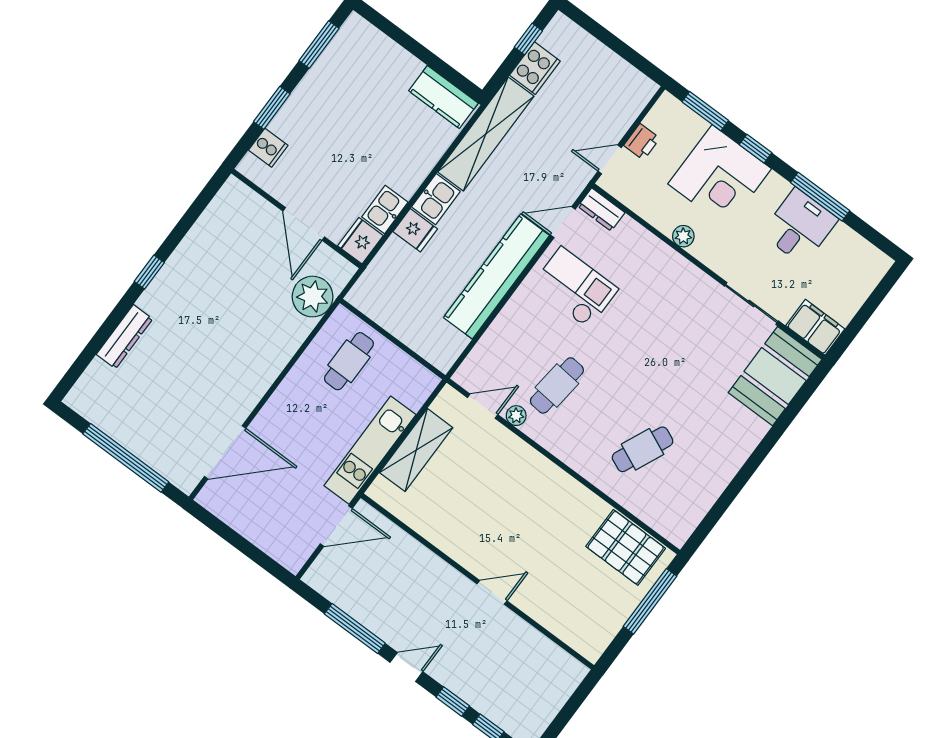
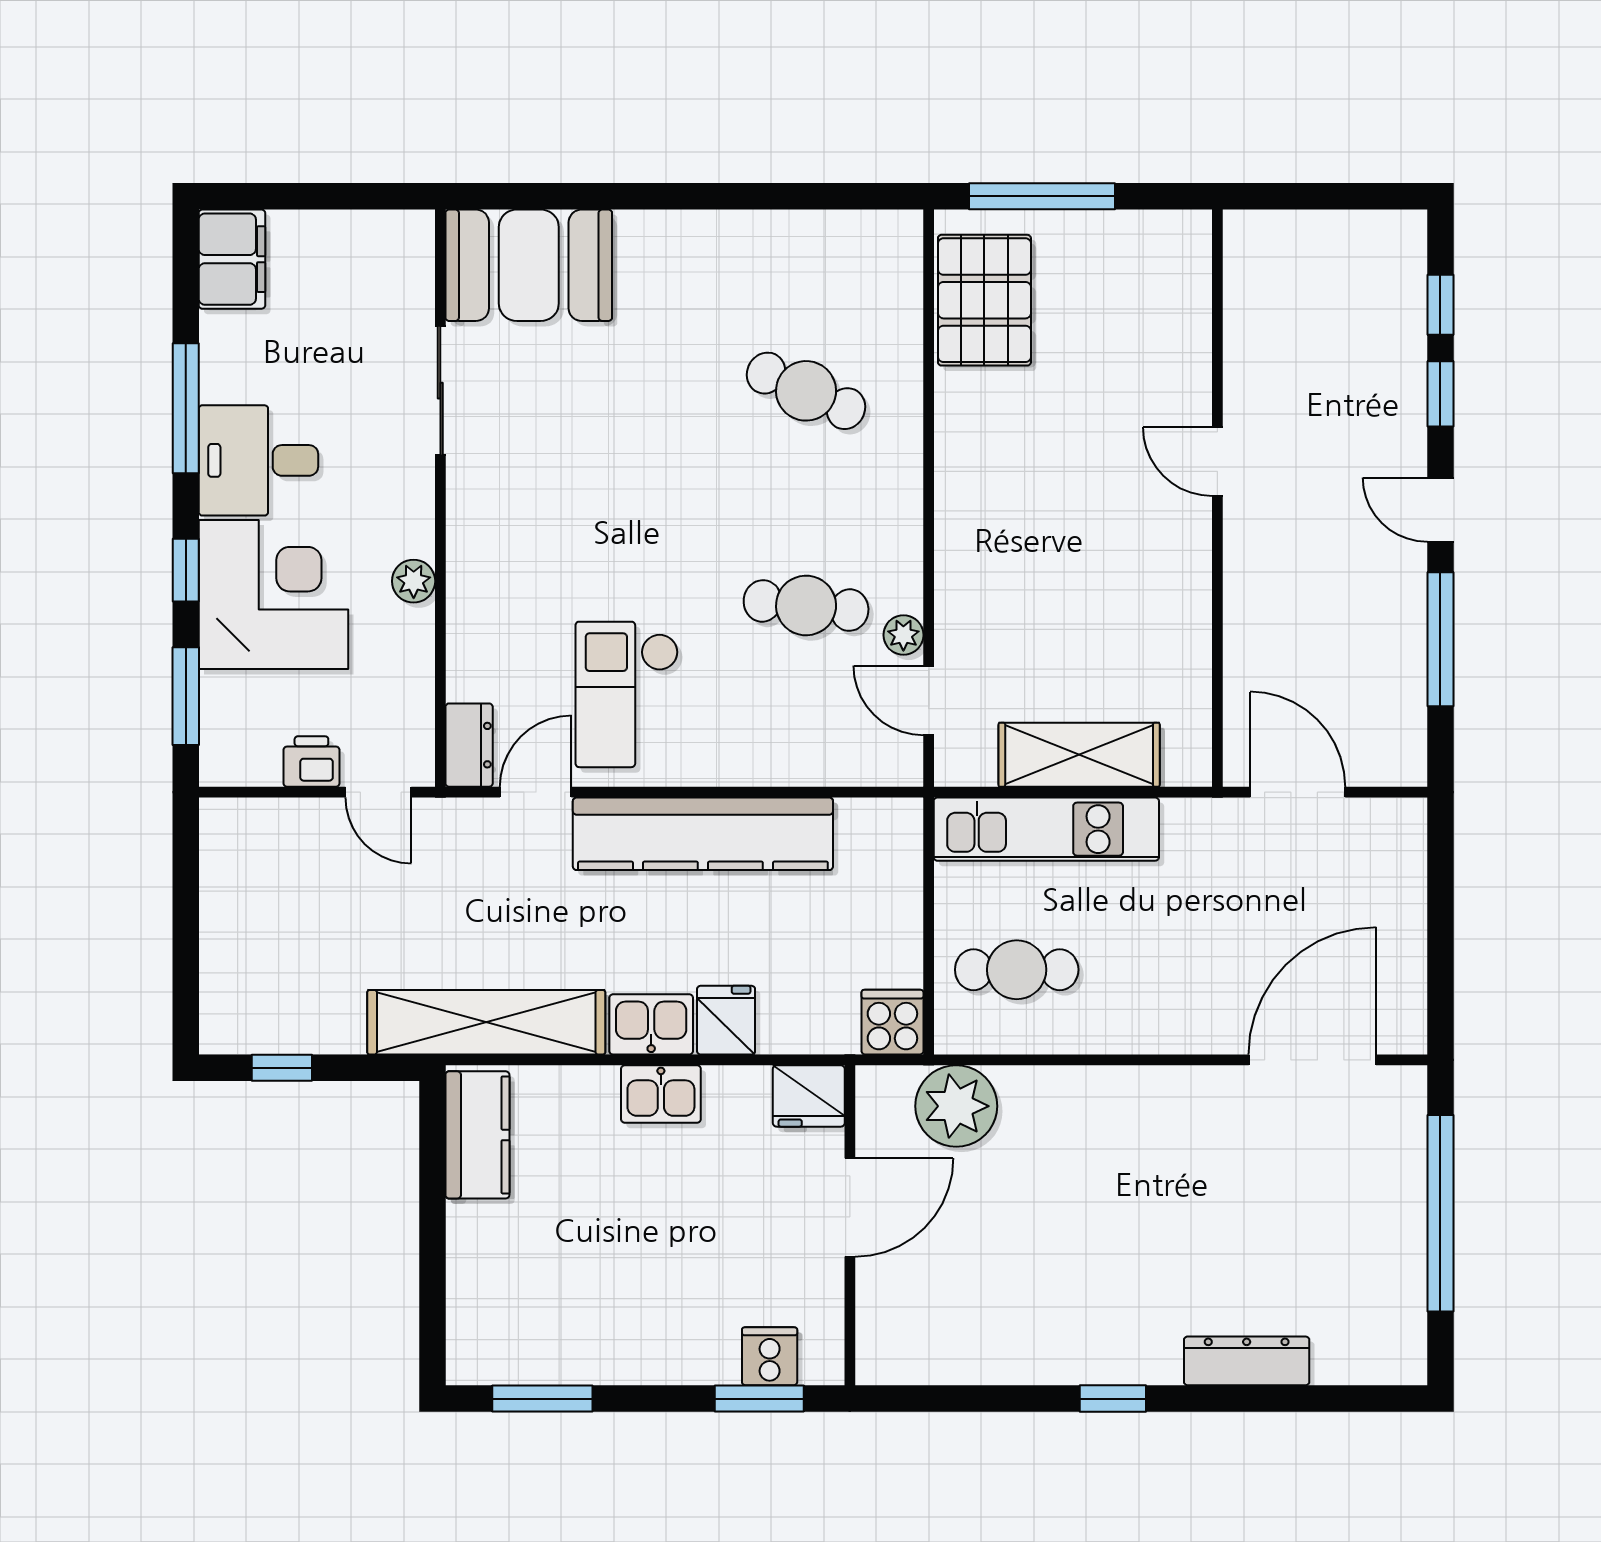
cooker: (535, 68) -> (892, 1022), moved, width x0.73
window: (272, 108) -> (759, 1399), moved
kitchen sink: (385, 210) -> (661, 1094), moved
door: (563, 222) -> (536, 792), swing flipped
desk: (799, 226) -> (258, 460), moved
filing cabinet: (815, 327) -> (232, 259), moved, turned 180
kitchen unit: (370, 450) -> (1046, 829), moved
door: (225, 452) -> (1312, 1060), hinge flipped

